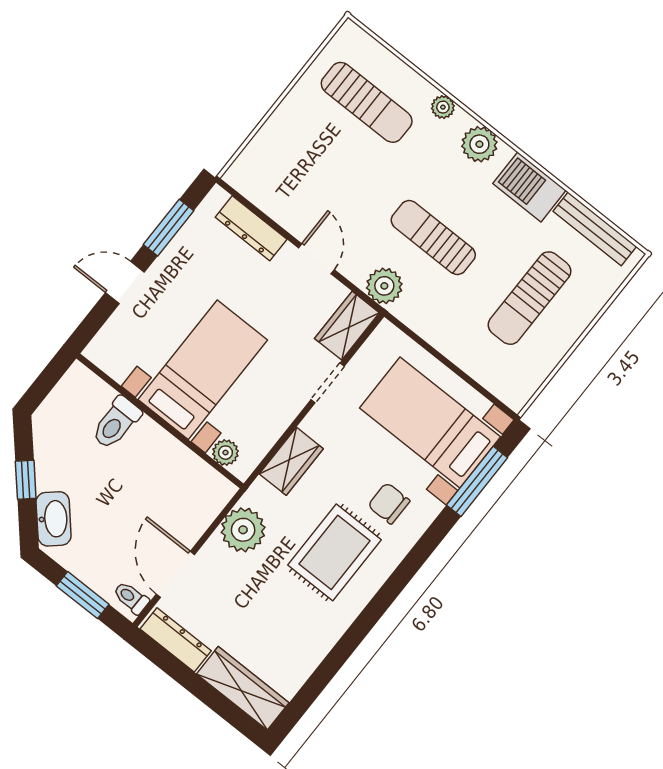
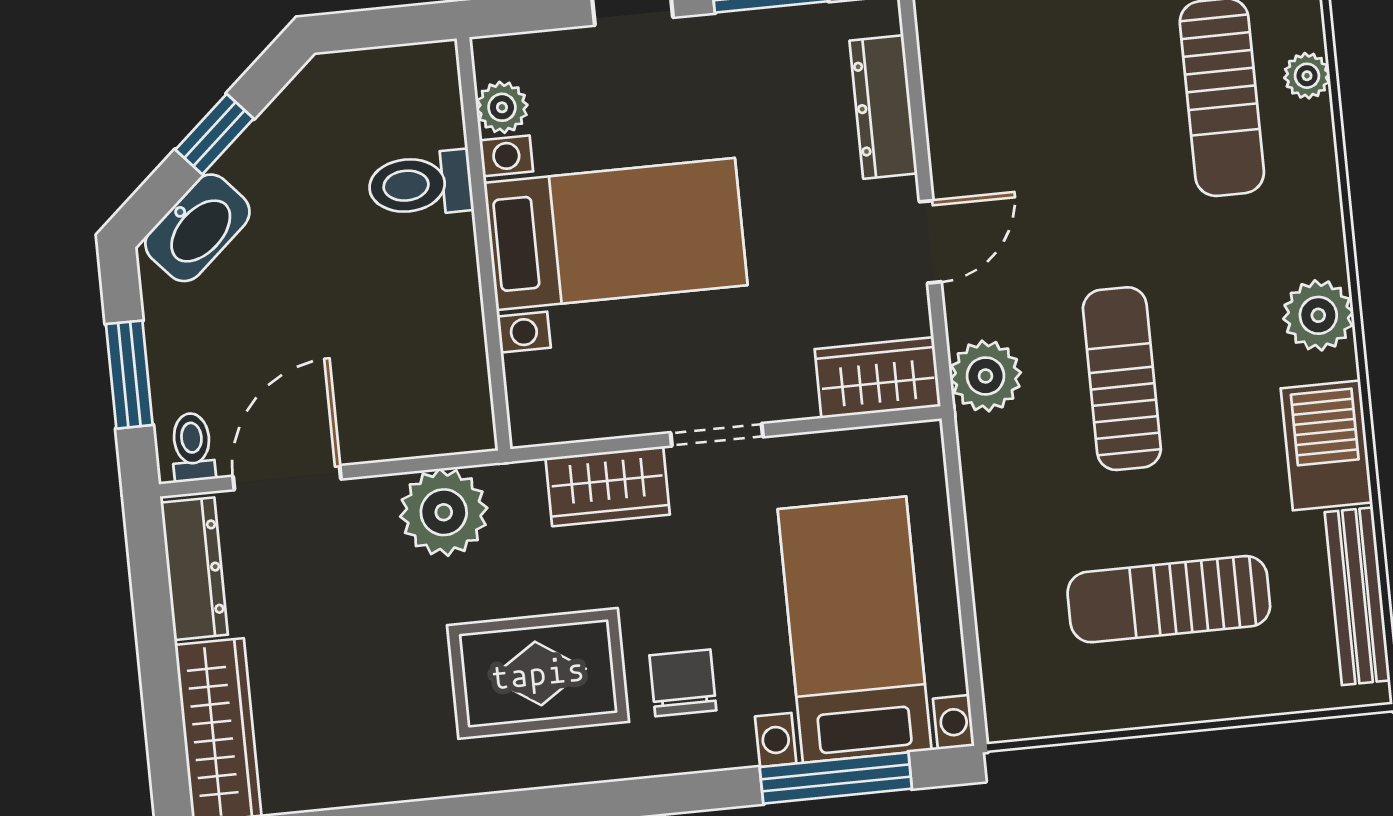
plant: (443, 107) -> (1307, 76), moved
doorway: (328, 383) -> (717, 435), moved
plant: (225, 453) -> (502, 107), moved

